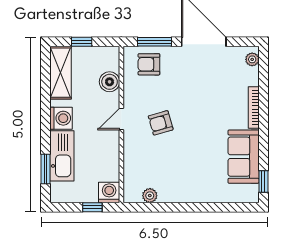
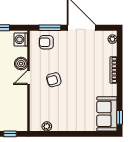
boiler: (110, 82) -> (21, 64), moved
sofa: (244, 157) -> (107, 114), moved
washing machine: (109, 192) -> (21, 39), moved, turned -90

